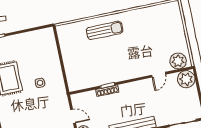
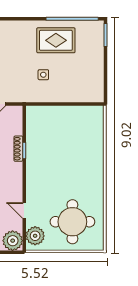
sun lounger: (105, 30) -> (87, 160), removed
round table: (160, 32) -> (72, 222), added

